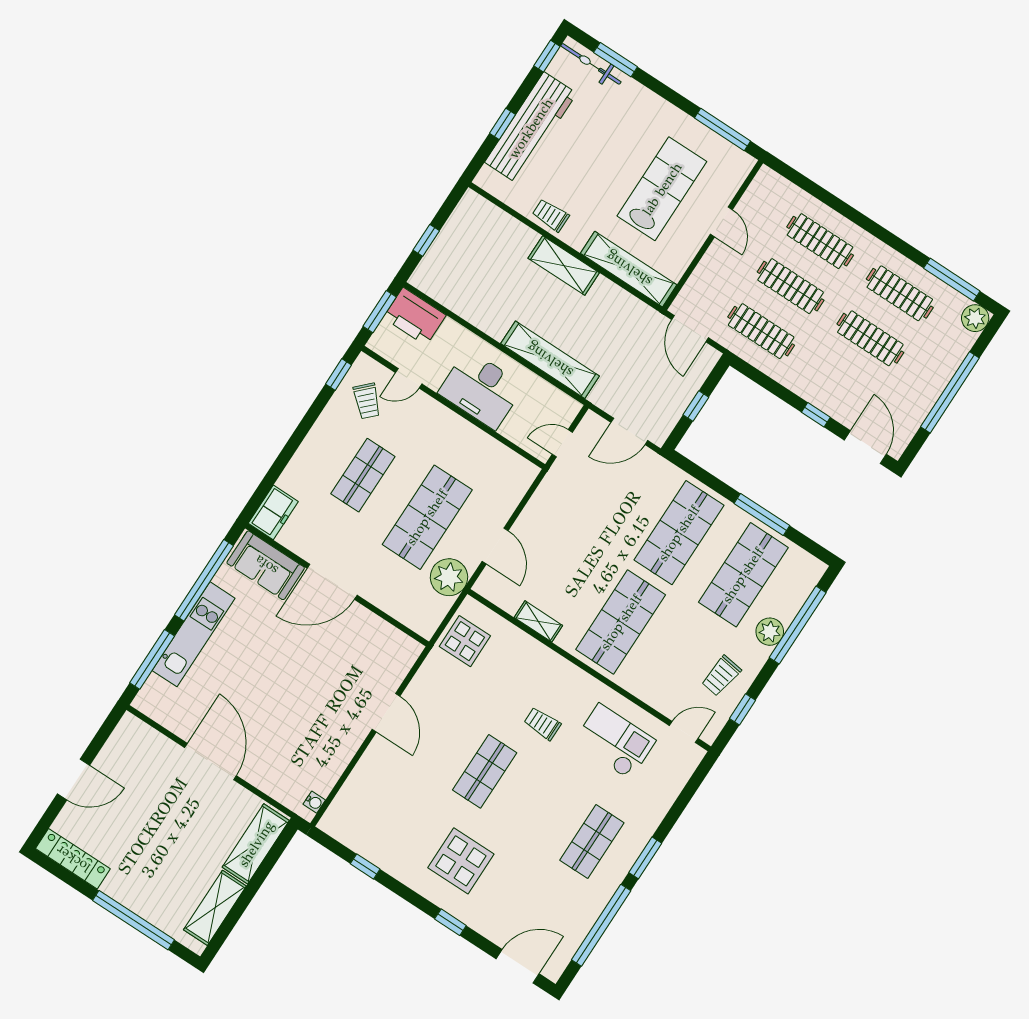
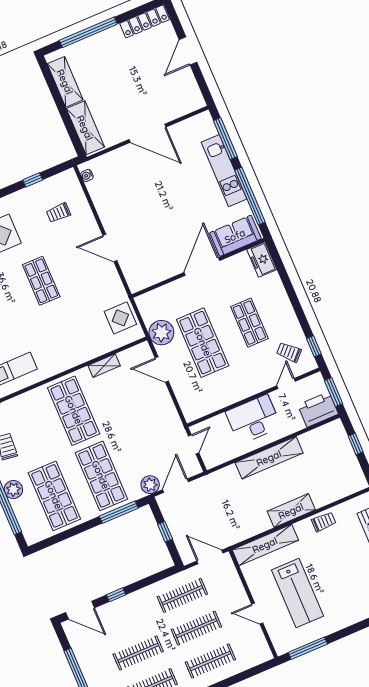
shelving: (550, 360) -> (269, 458), moved
plant: (649, 464) -> (150, 485), added
window: (762, 514) -> (119, 512), moved
trolley: (542, 724) -> (58, 213), moved, turned 180

